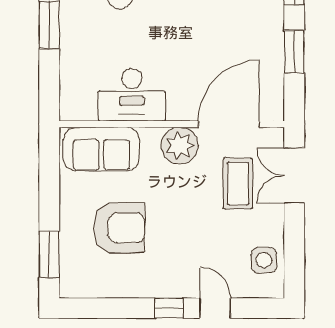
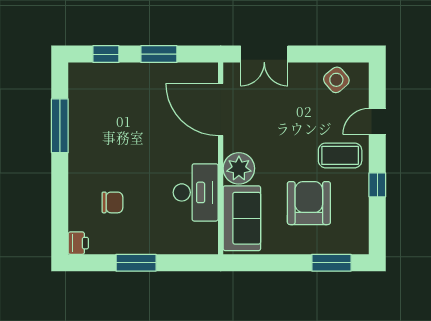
plant: (180, 146) -> (239, 168), moved
coffee table: (238, 184) -> (340, 155), moved
side table: (264, 260) -> (336, 80), turned -37
window: (169, 308) -> (377, 185), moved

